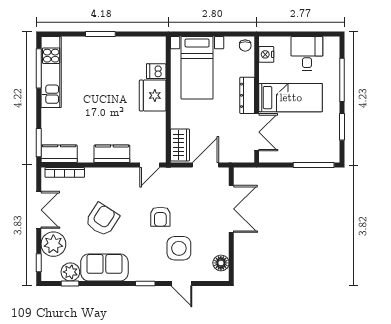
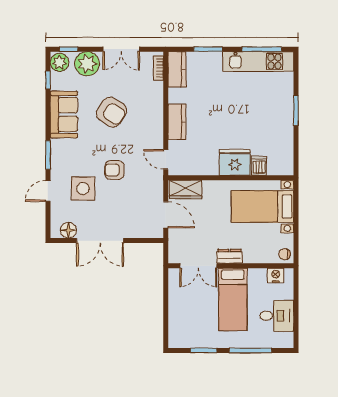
dresser: (247, 95) -> (229, 256), width x0.70
window: (39, 143) -> (208, 49), moved
window: (314, 165) -> (166, 322), removed
bookcase: (65, 172) -> (158, 68), width x0.64
double door: (231, 209) -> (100, 241), moved
plant: (70, 272) -> (59, 62), moved
window: (145, 284) -> (48, 155), width x1.50

